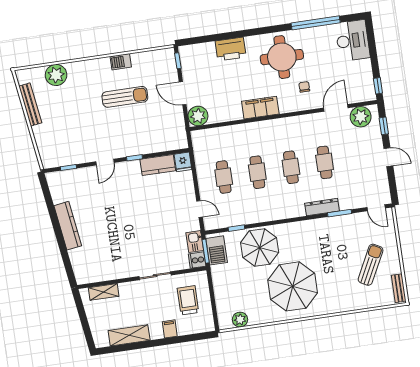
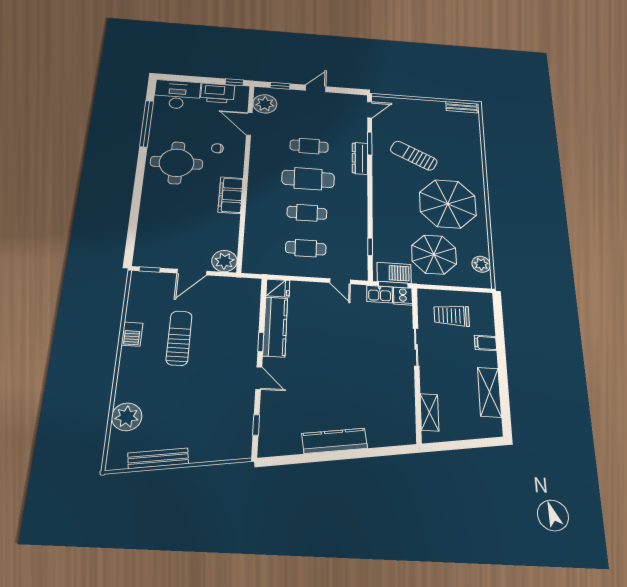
printer: (231, 49) -> (218, 93), moved, turned 90
kitchen counter: (158, 165) -> (275, 327), width x1.50
cafe table: (291, 167) -> (308, 179), width x1.37, depth x1.35
door: (200, 209) -> (340, 281), swing flipped
parasol: (260, 247) -> (434, 255), moved
sun lounger: (371, 265) -> (414, 156), moved

